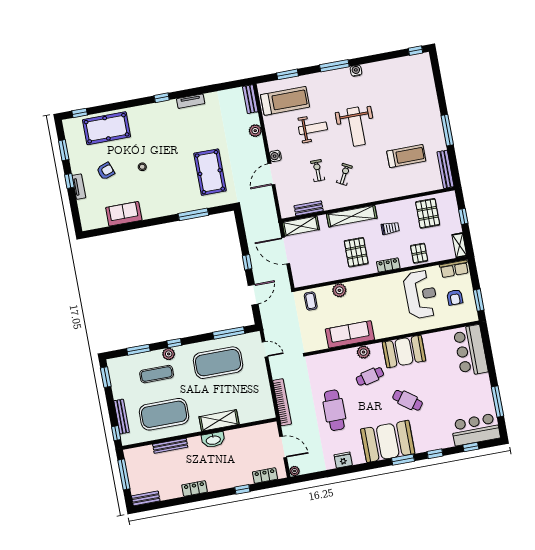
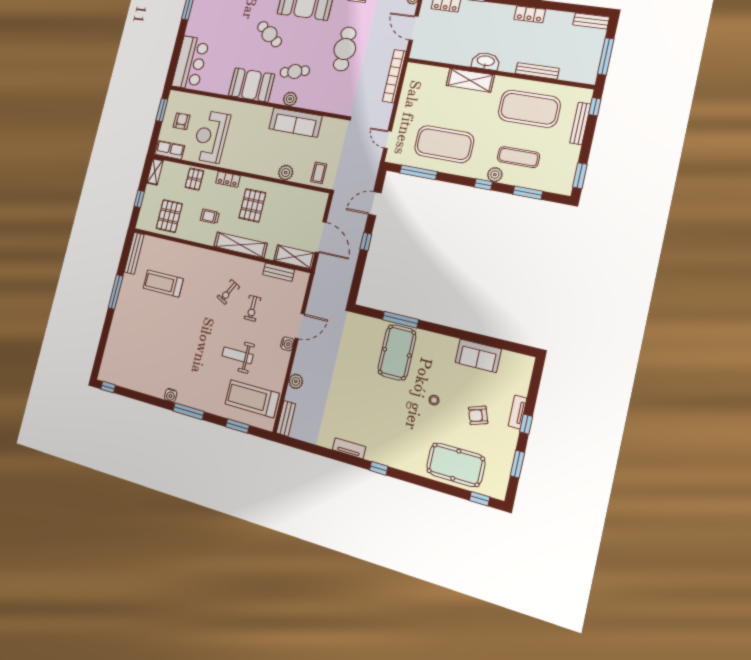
weight bench: (356, 127) -> (196, 337), removed
pool table: (210, 172) -> (397, 352), moved

